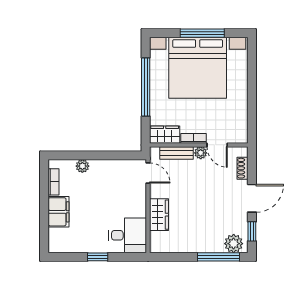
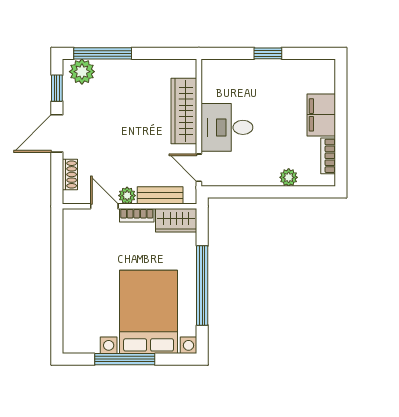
bed with nightstands: (198, 68) -> (149, 312), width x0.73
wardrobe: (159, 215) -> (184, 111), width x1.50
desk: (128, 235) -> (227, 127), moved

